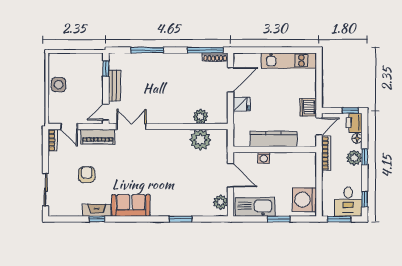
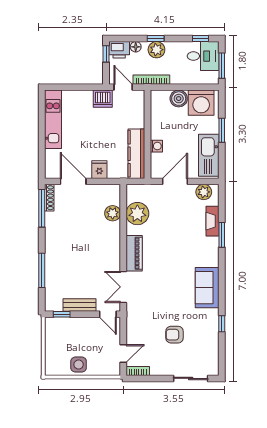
piano: (98, 137) -> (134, 253), moved
kitchen counter: (274, 139) -> (136, 154), moved
boiler: (308, 179) -> (179, 99), added
fireplace: (97, 210) -> (213, 221), moved

